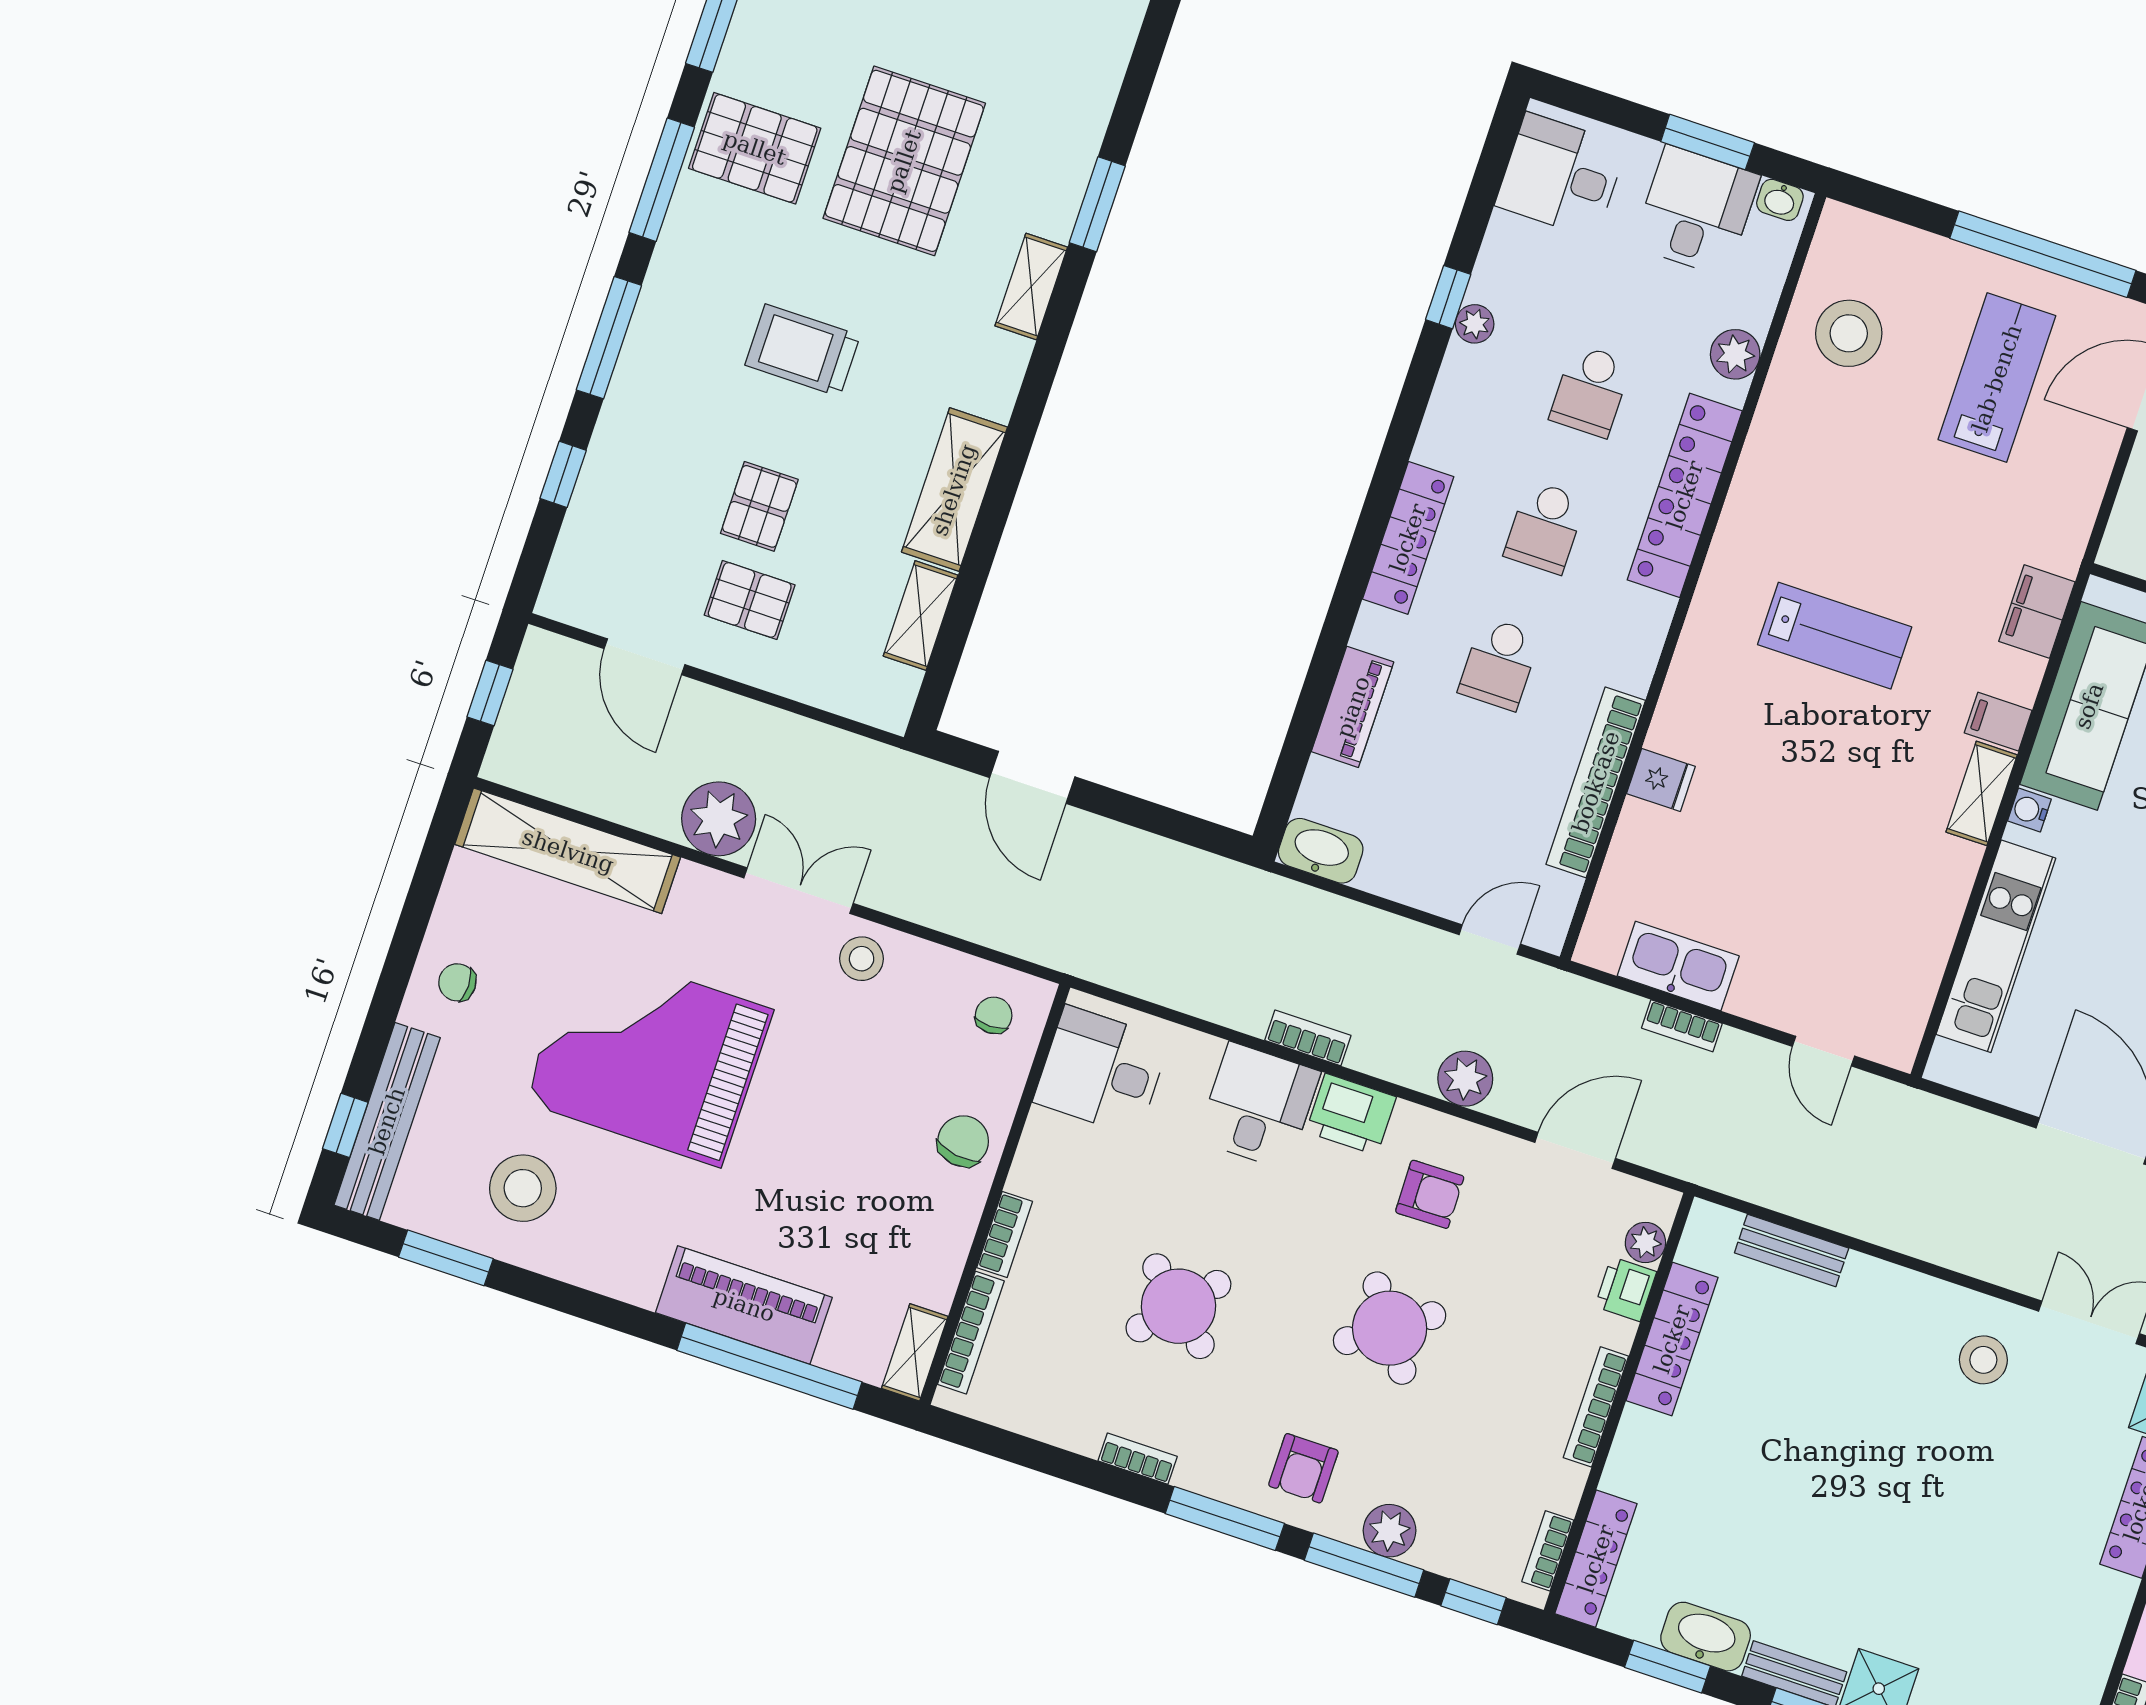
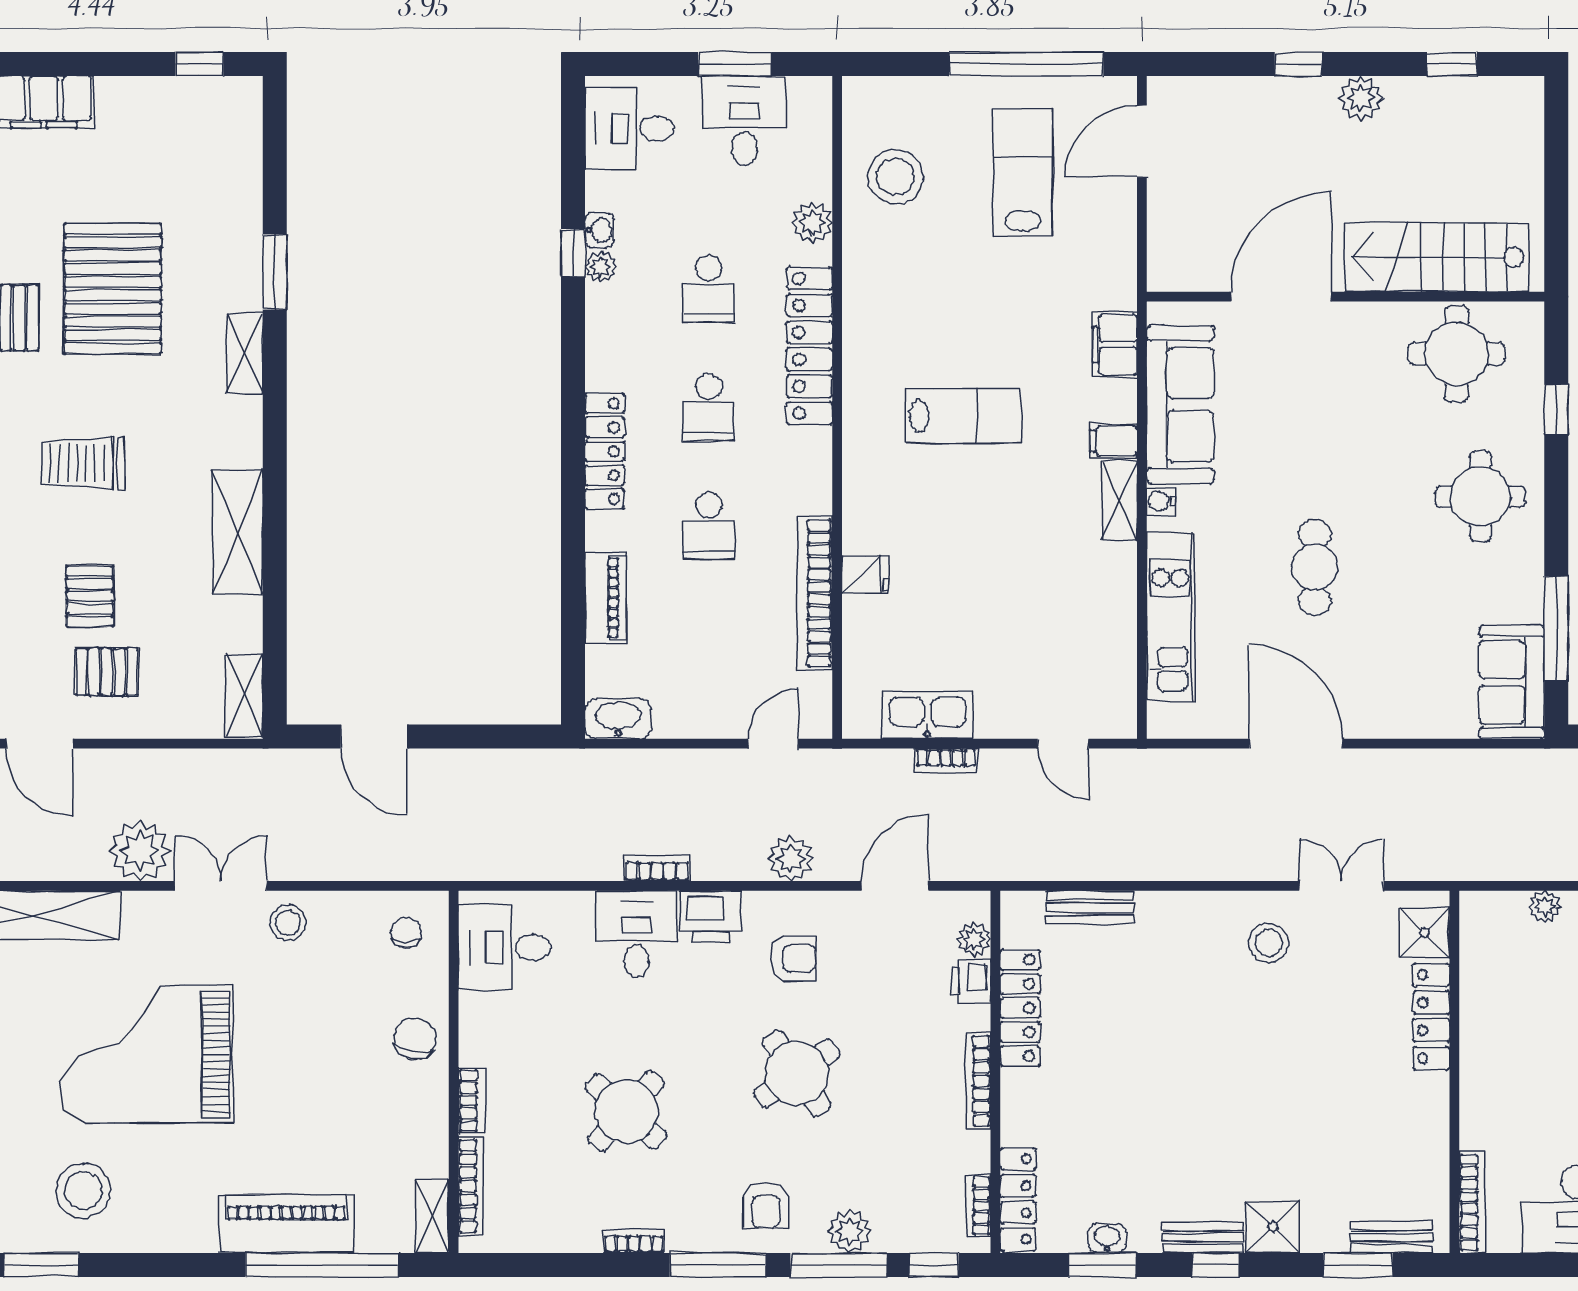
washbasin: (1780, 200) -> (599, 230), moved, turned -90
shelving: (921, 616) -> (244, 695), moved
washbasin: (1706, 1637) -> (1107, 1238), width x0.52, depth x0.69

